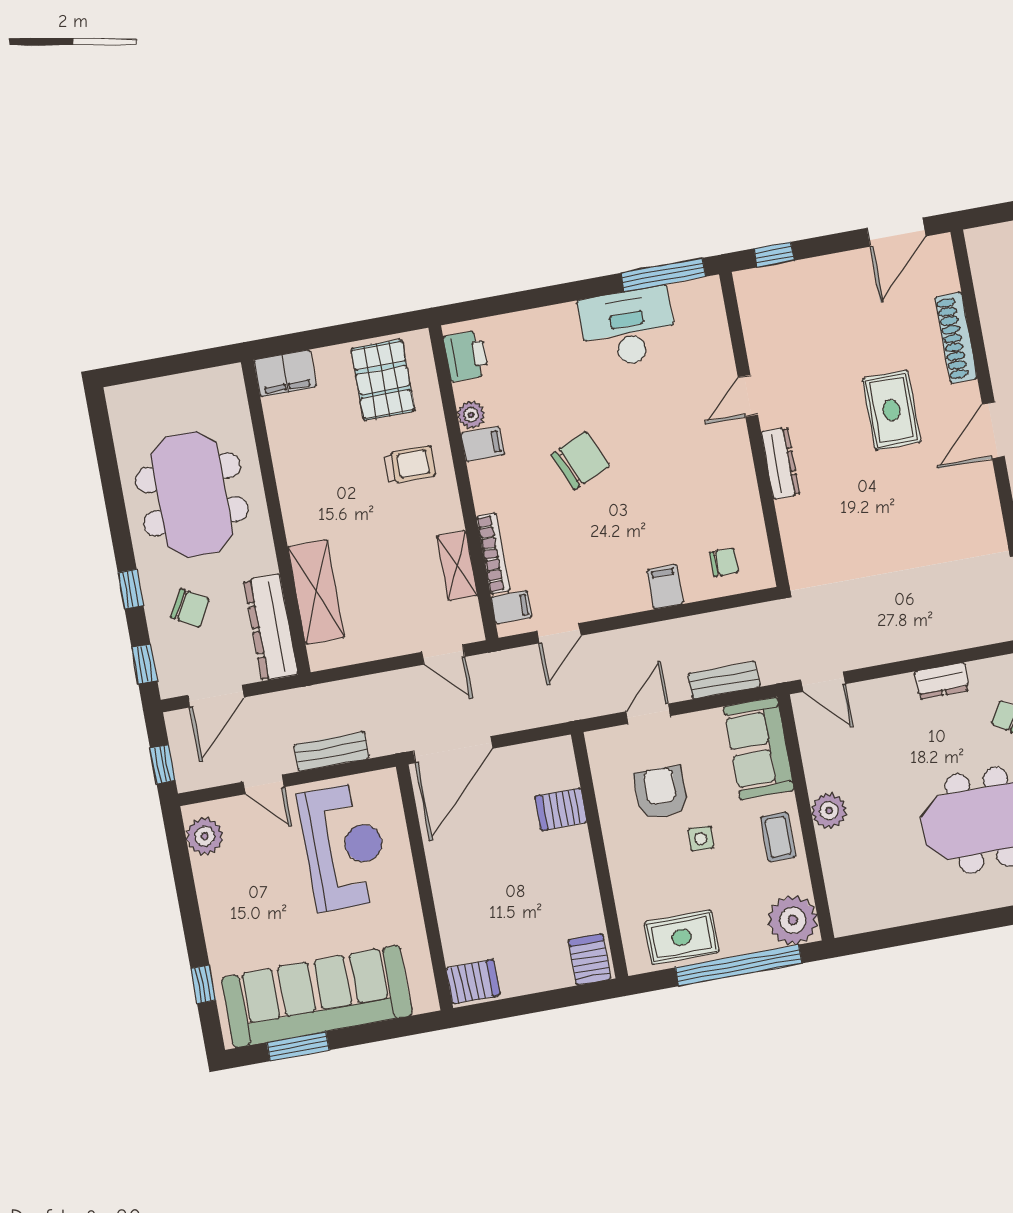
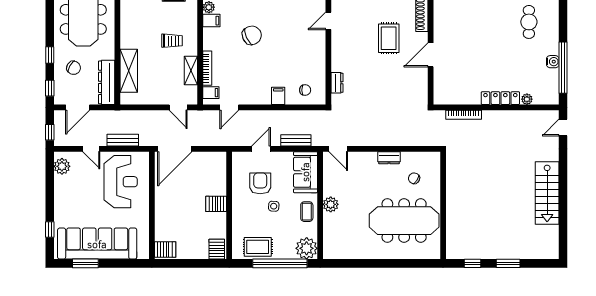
dresser: (780, 463) -> (337, 83), moved, width x0.70
trolley: (410, 465) -> (172, 41), moved
server rack: (561, 809) -> (216, 204), moved

